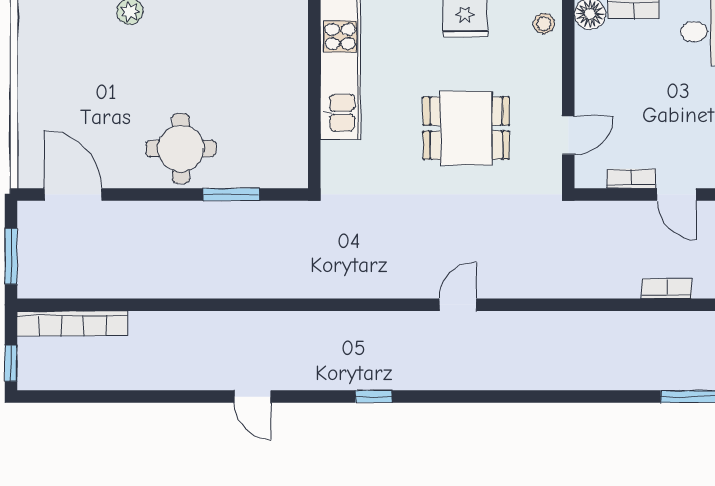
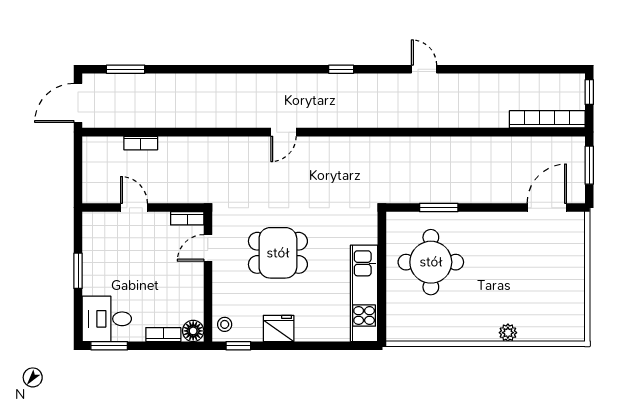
round table: (181, 149) -> (431, 262), moved, width x1.36, depth x1.36
bookcase: (631, 179) -> (187, 218), moved
door: (73, 194) -> (547, 208), swing flipped

